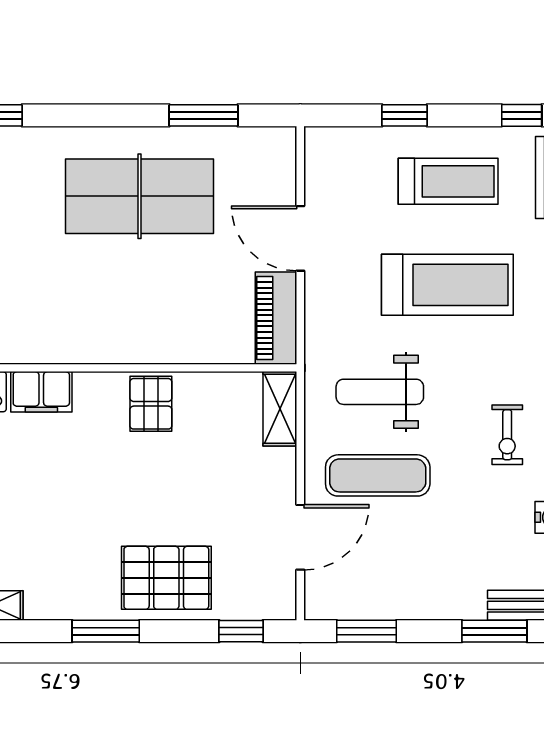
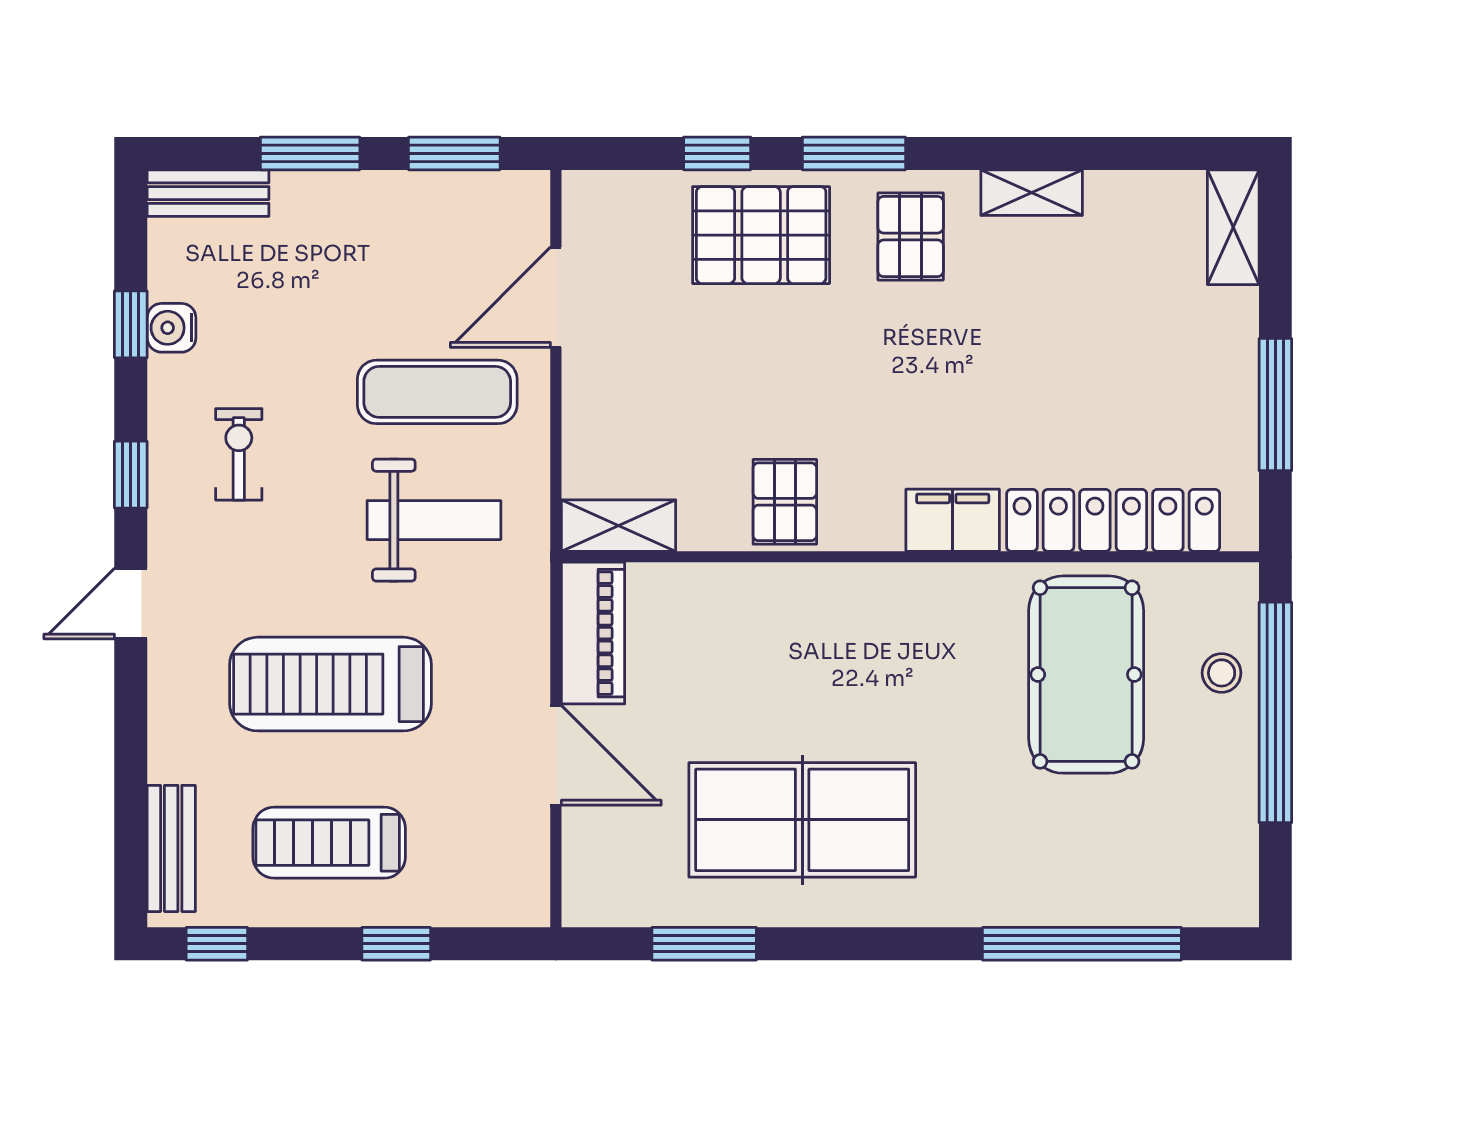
shelving: (280, 409) -> (619, 526), moved, turned 90
pallet: (69, 577) -> (911, 236), added
window: (241, 631) -> (717, 153), moved
window: (494, 631) -> (310, 153), moved

